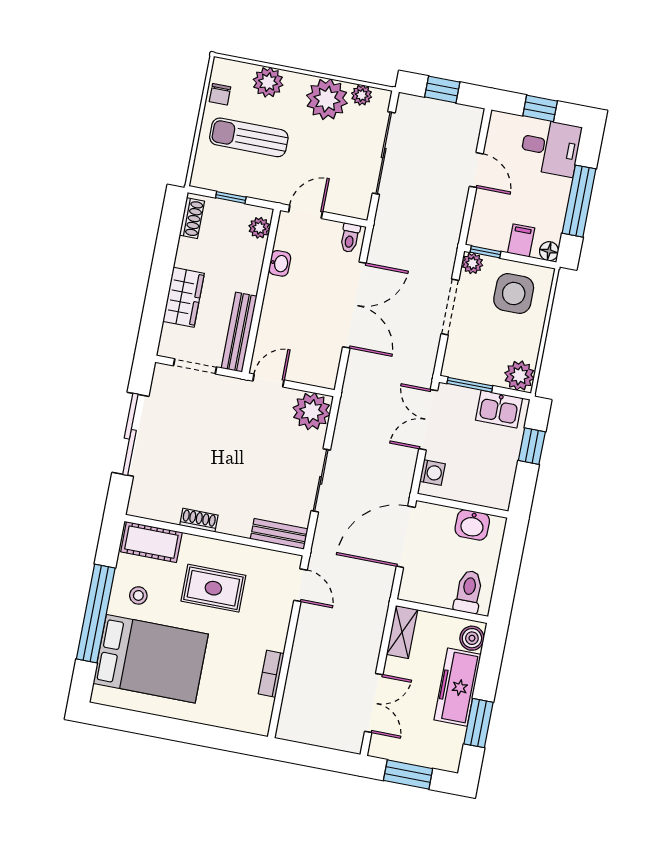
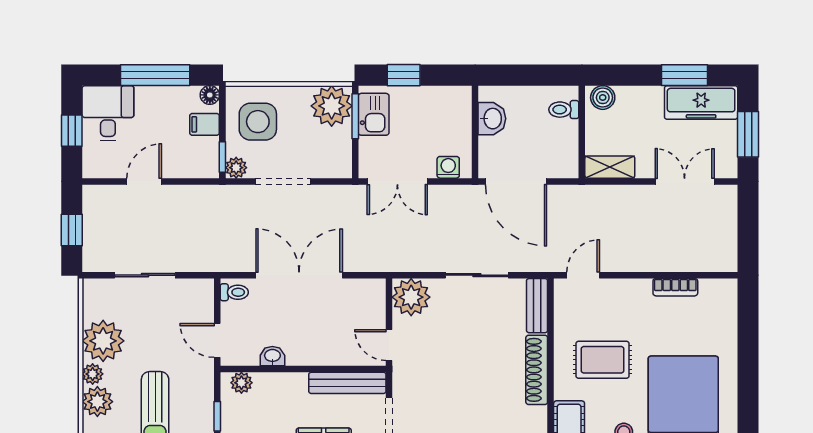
plant: (362, 95) -> (93, 374), moved
sliding door: (384, 153) -> (145, 275), width x0.73
plant: (519, 376) -> (332, 106), width x1.36, depth x1.36
window: (470, 385) -> (355, 116), moved
shoe rack: (199, 520) -> (537, 370), width x1.94, depth x1.24
rug: (213, 588) -> (603, 360), turned 90
toilet: (469, 592) -> (564, 110), width x0.73, depth x0.72
freezer: (457, 687) -> (701, 102), moved

